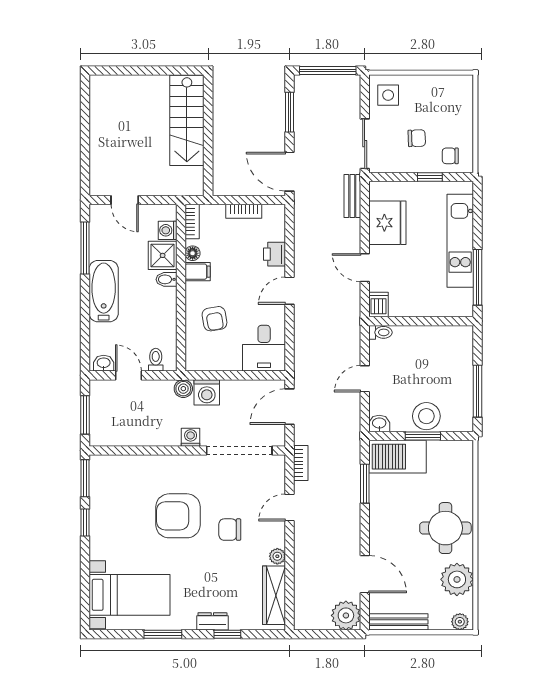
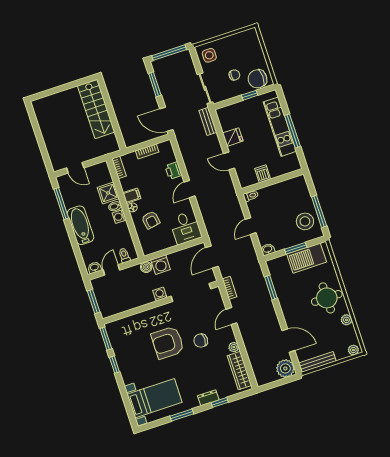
chair: (450, 156) -> (257, 79), width x1.87, depth x1.87
fridge: (387, 223) -> (233, 137), width x0.53, depth x0.75
washing machine: (168, 230) -> (119, 217), moved
floor lamp: (193, 253) -> (132, 207), moved
window: (477, 277) -> (292, 131), moved
dishwasher: (379, 305) -> (263, 174), moved
door: (128, 375) -> (111, 270), hinge flipped
stool: (426, 416) -> (305, 221), moved
barbecue: (397, 457) -> (307, 258), moved
plant: (457, 579) -> (346, 320), width x0.53, depth x0.53

